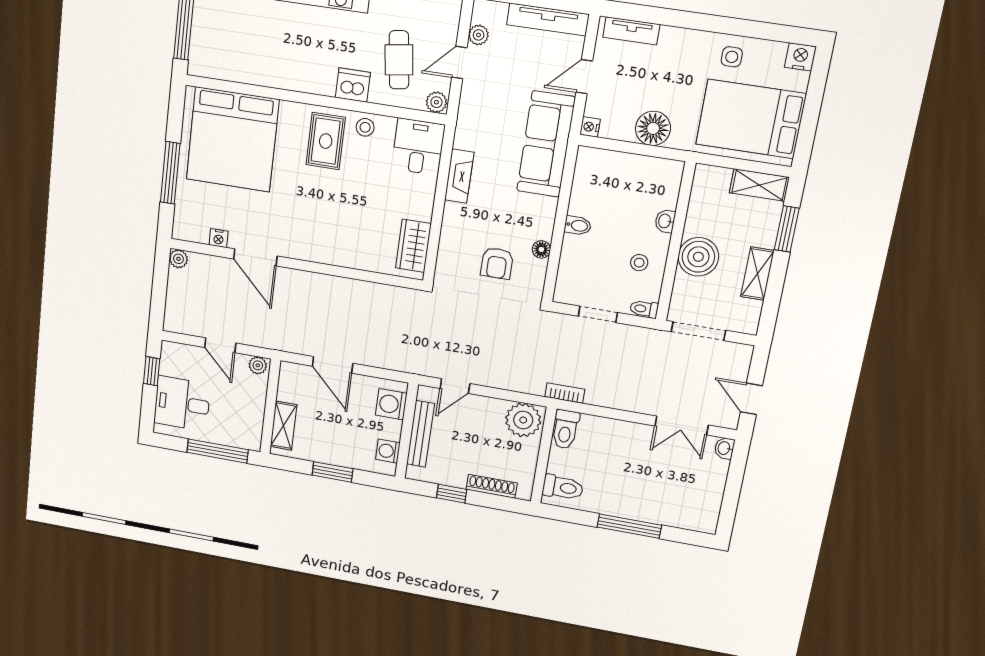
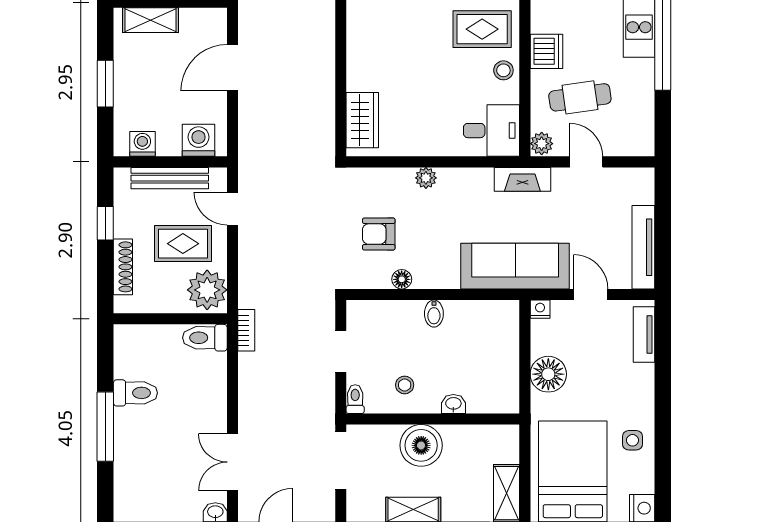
plant: (479, 35) -> (426, 178), moved
fireplace: (459, 176) -> (522, 179), moved
wardrobe: (413, 246) -> (362, 120), moved, turned 90
rug: (479, 433) -> (183, 244), added
toilet: (563, 487) -> (135, 393), moved, turned -90

